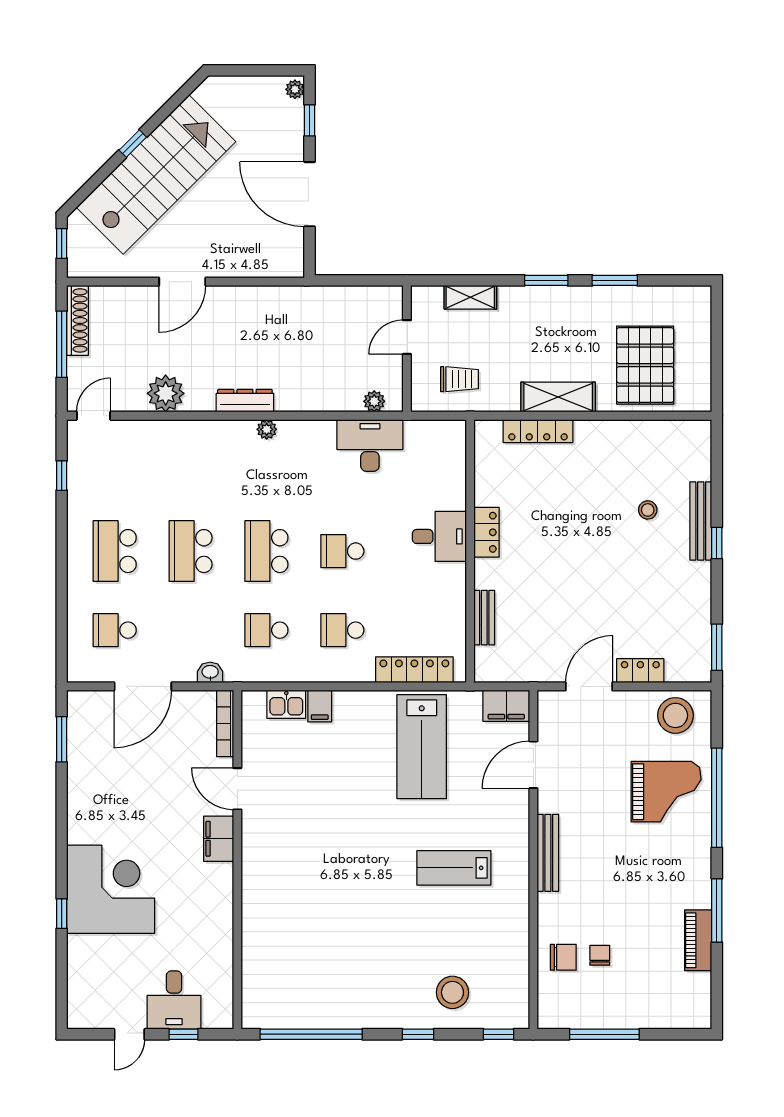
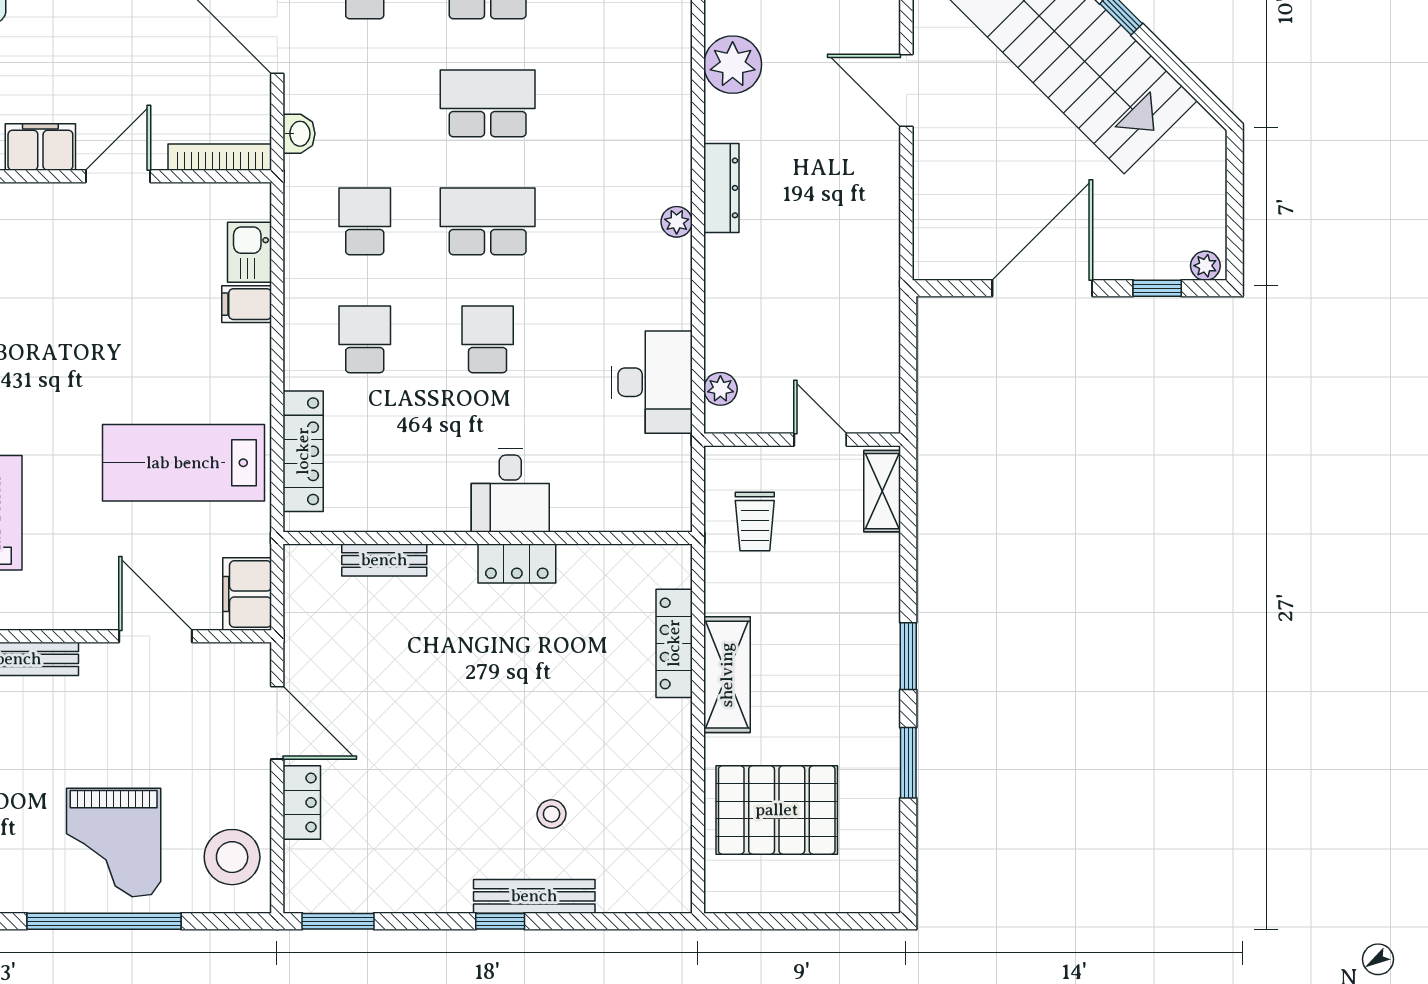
shelving: (470, 297) -> (882, 491), moved

